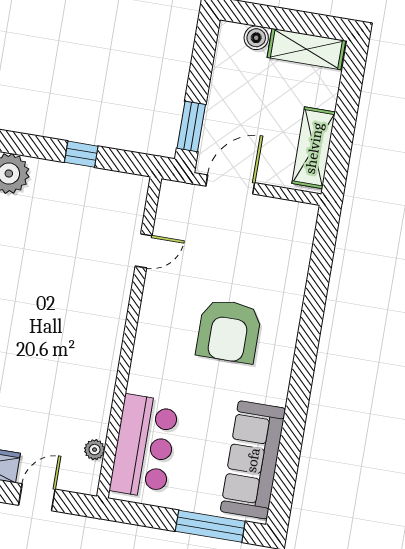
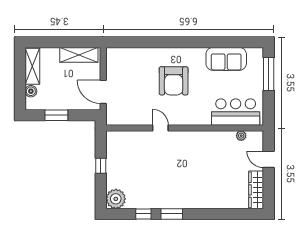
window: (191, 126) -> (56, 115), moved
door: (144, 251) -> (160, 128), moved
armchair: (229, 331) -> (174, 81), turned 90
sofa: (253, 460) -> (226, 59), width x0.73

